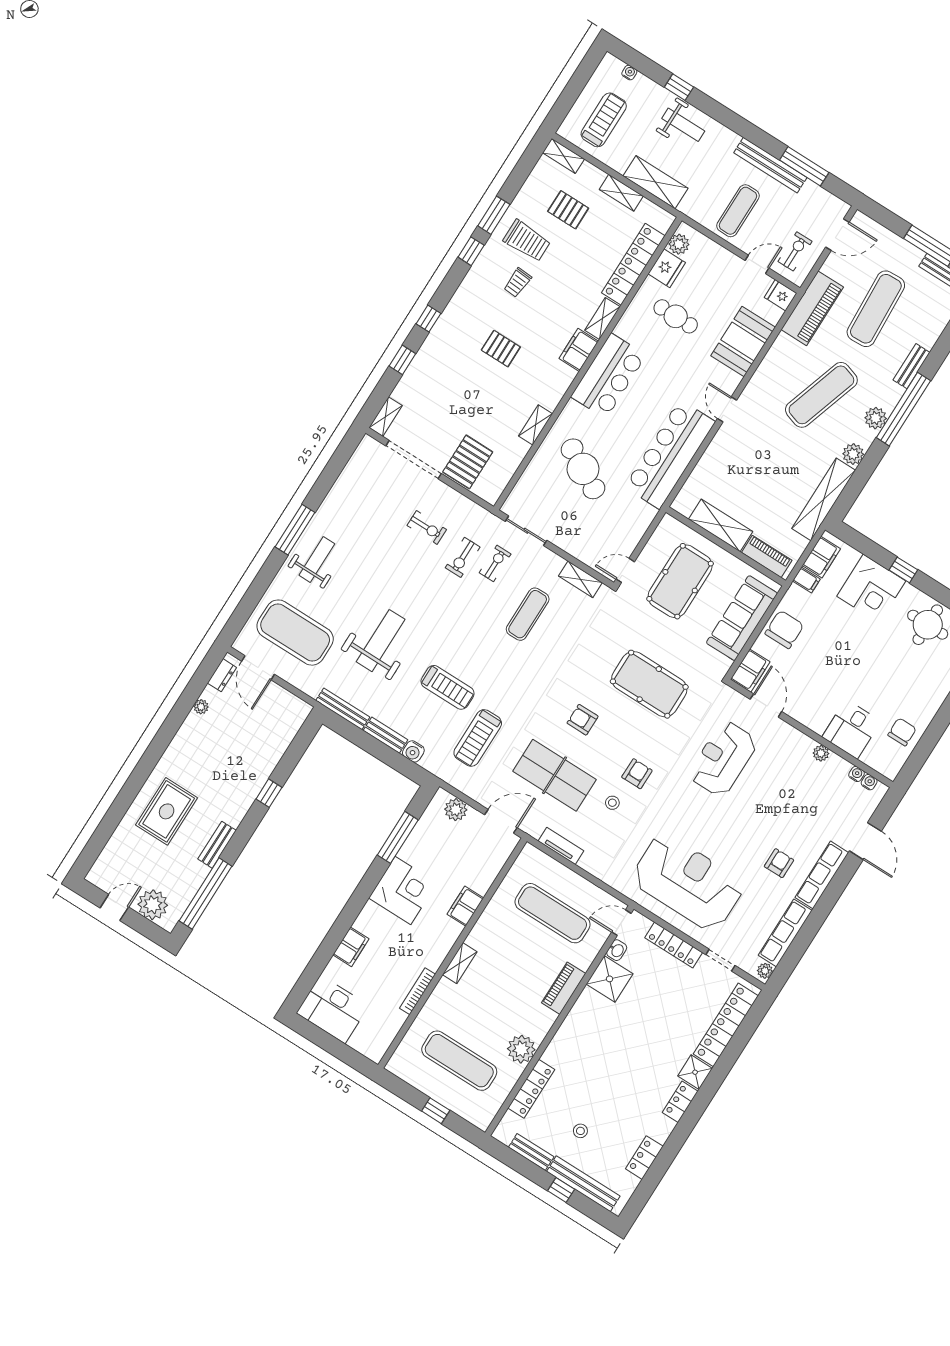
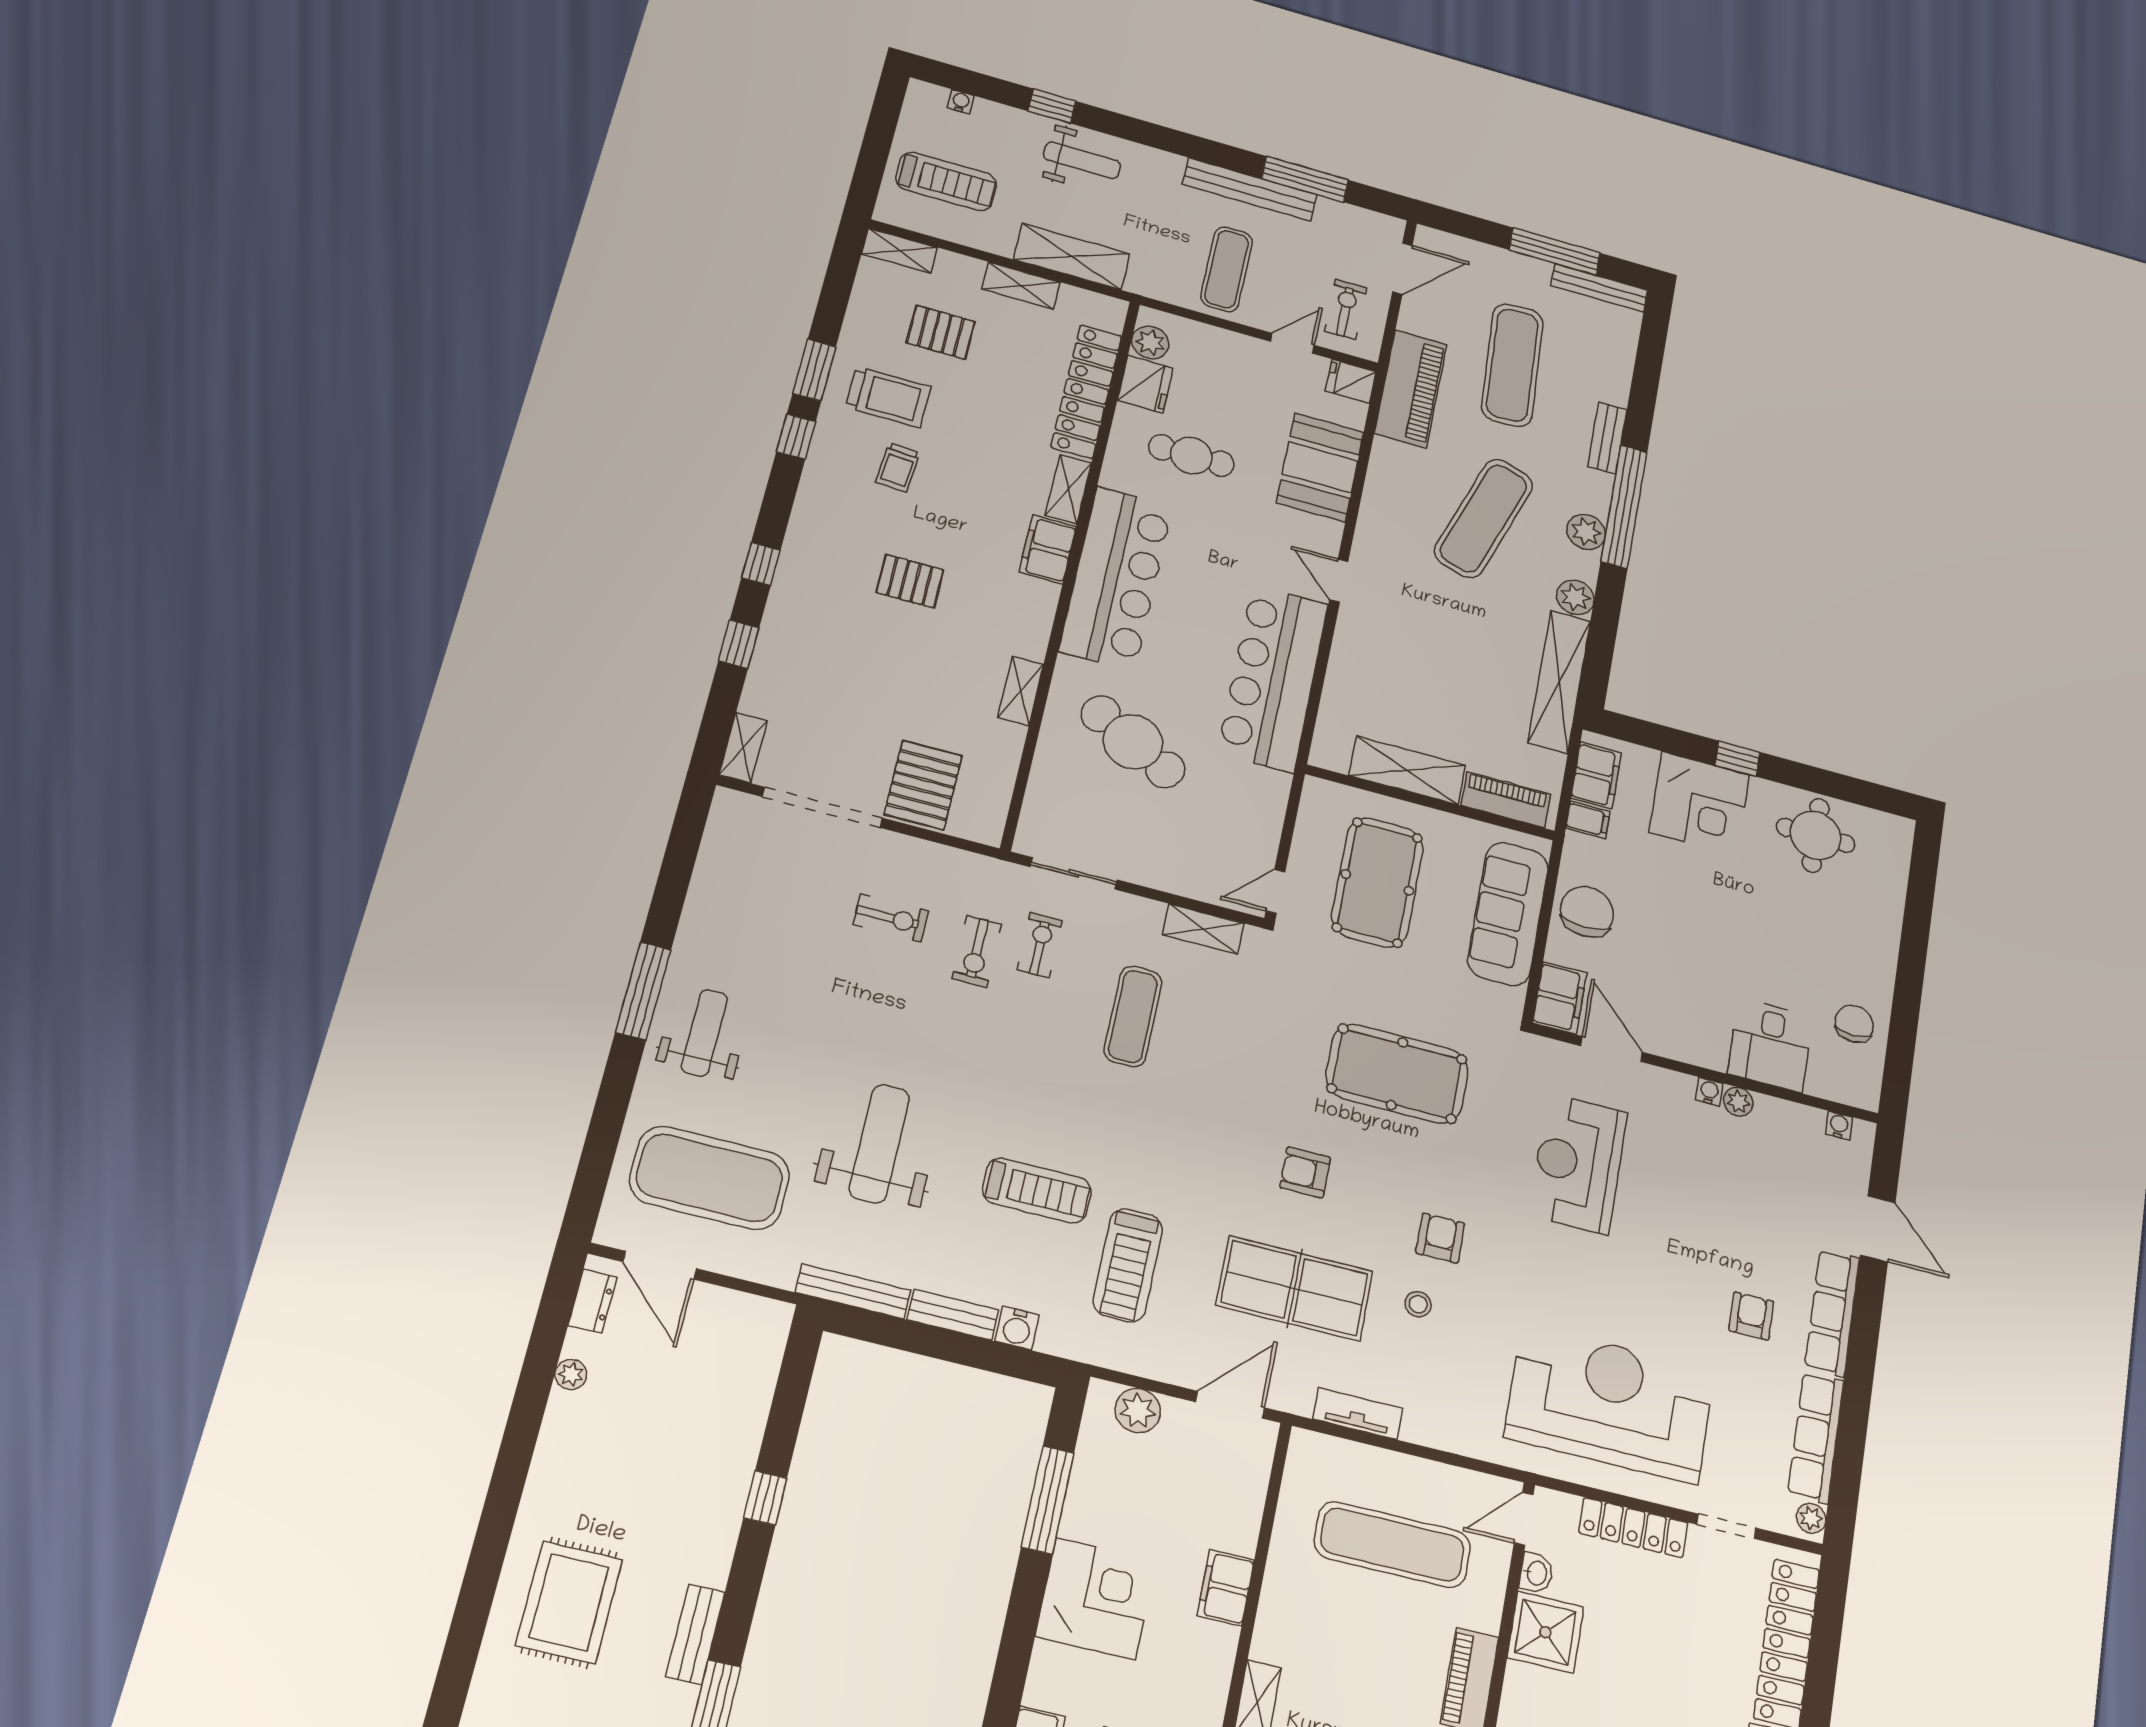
treadmill: (604, 120) -> (946, 181), turned 90
bar counter: (608, 376) -> (1116, 578), width x1.36
water cooler: (857, 774) -> (1709, 1092), moved

